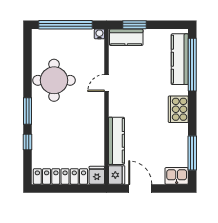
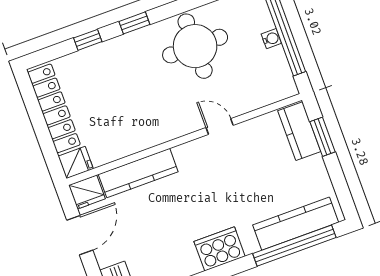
water cooler: (99, 34) -> (271, 39), moved
window: (27, 111) -> (134, 23), width x0.67

